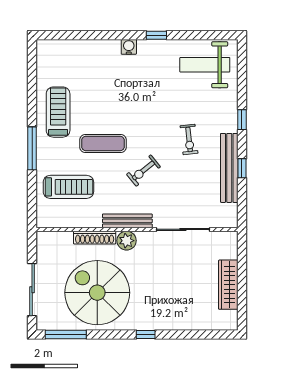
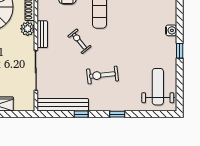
exercise bike: (189, 139) -> (102, 75), width x1.38, depth x1.39
bench: (229, 168) -> (63, 105), moved
bench: (127, 221) -> (42, 34), width x0.73

